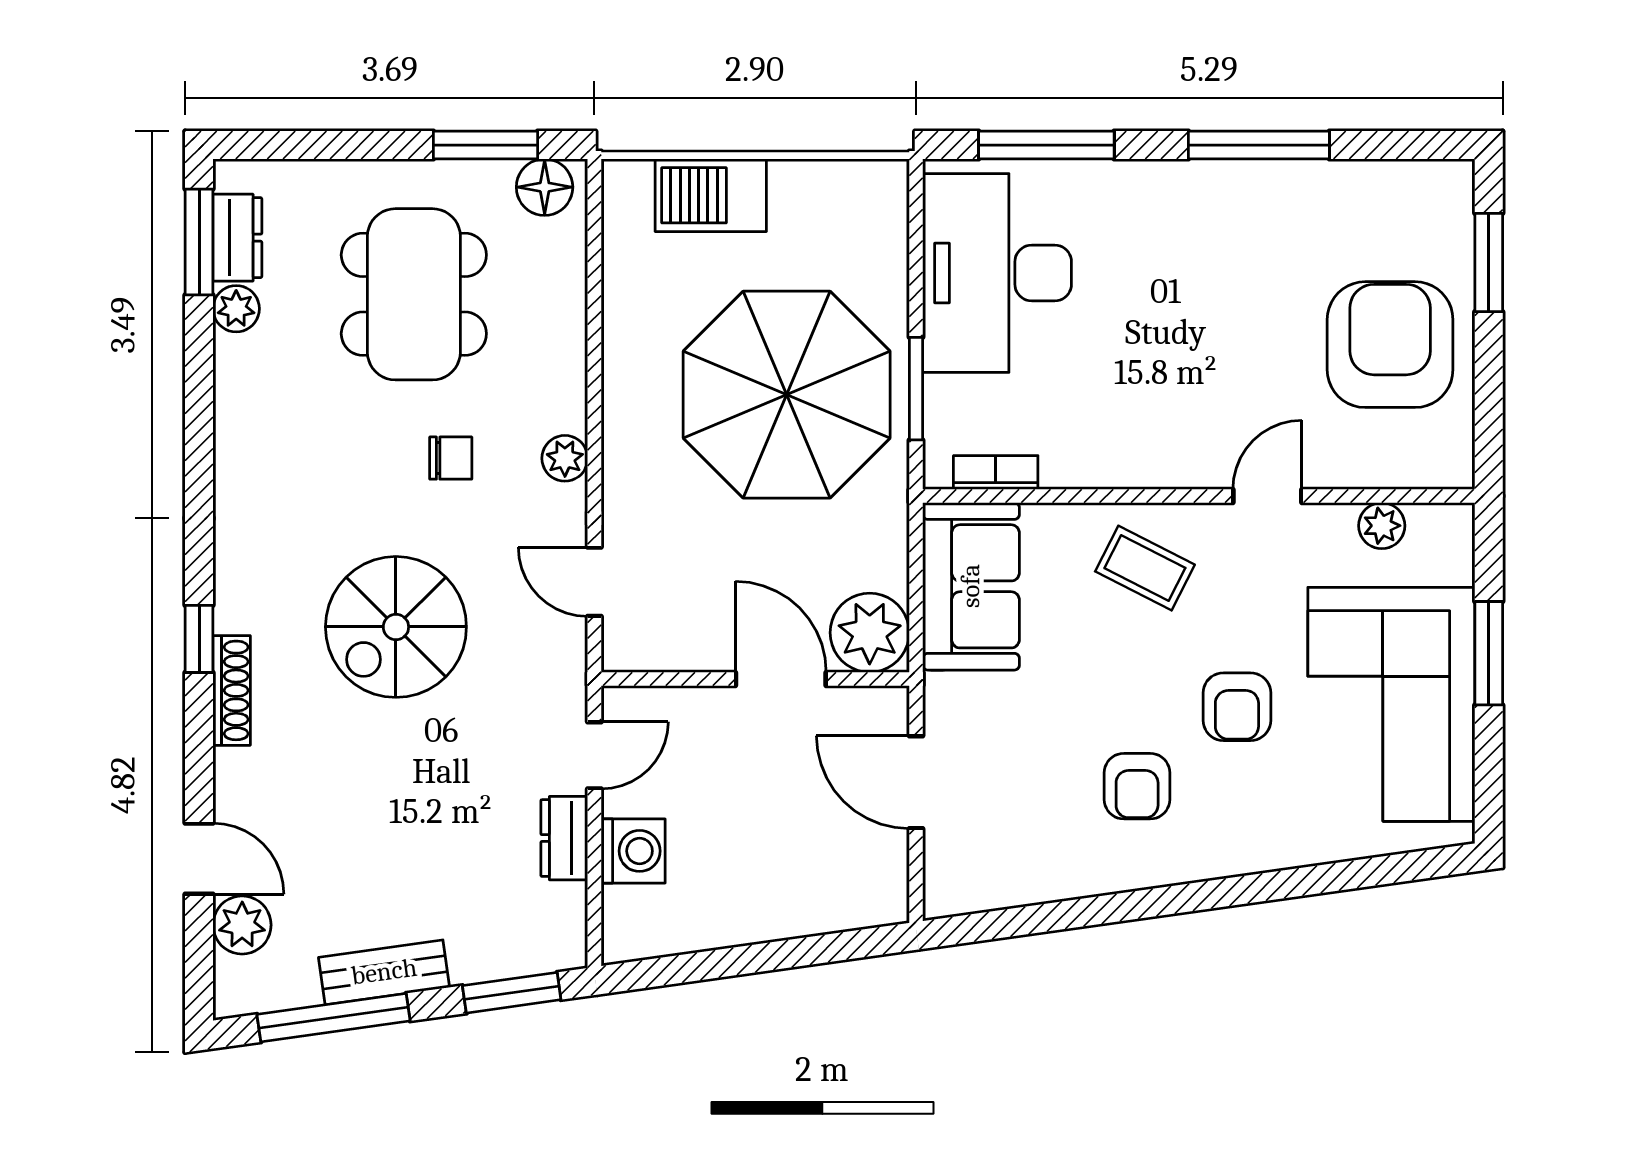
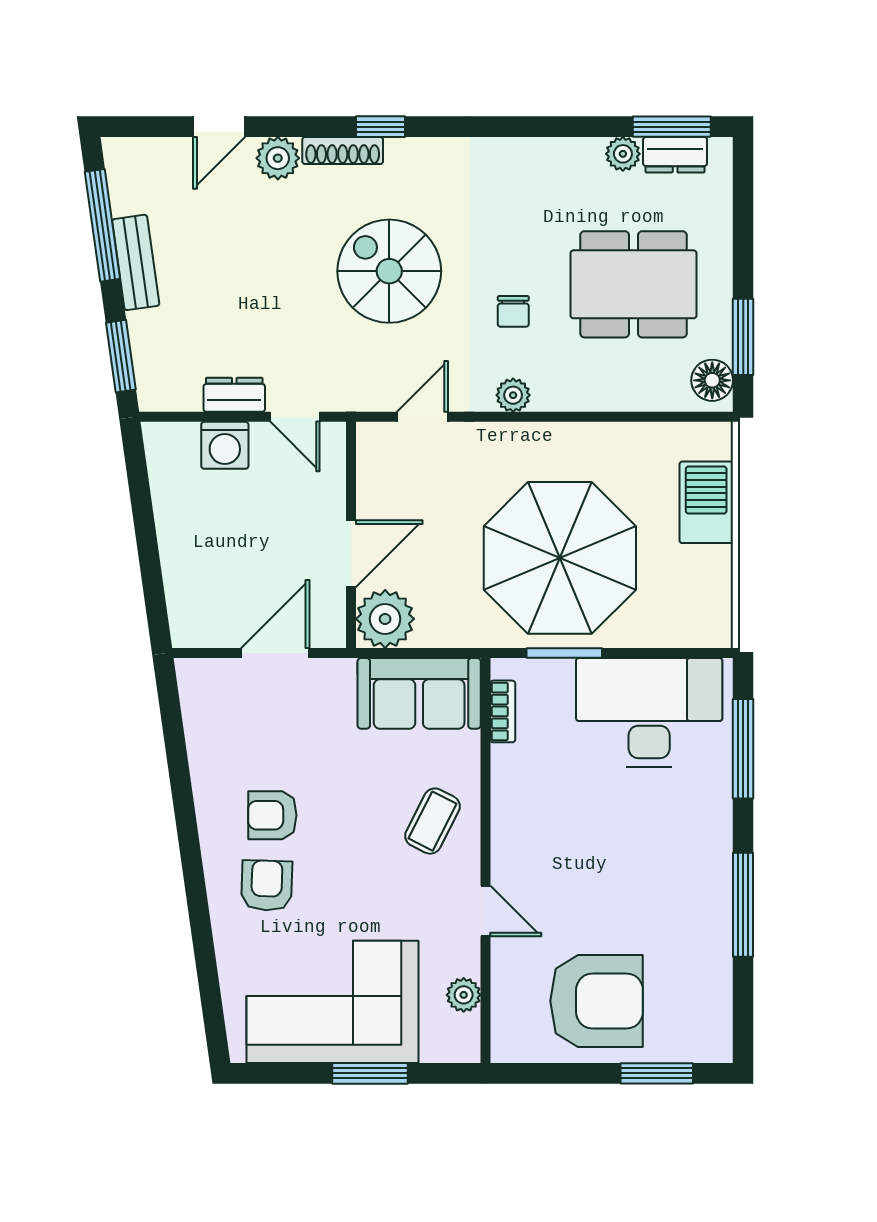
armchair: (1237, 707) -> (267, 885), moved, turned 92
plant: (242, 925) -> (278, 158), moved

